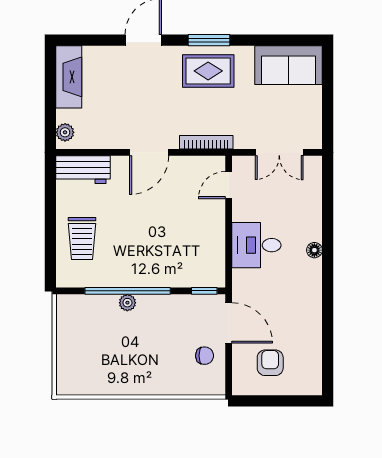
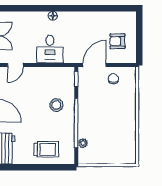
door: (229, 185) -> (15, 65), hinge flipped
stool: (159, 256) -> (56, 105), added
plant: (127, 303) -> (83, 143), moved

